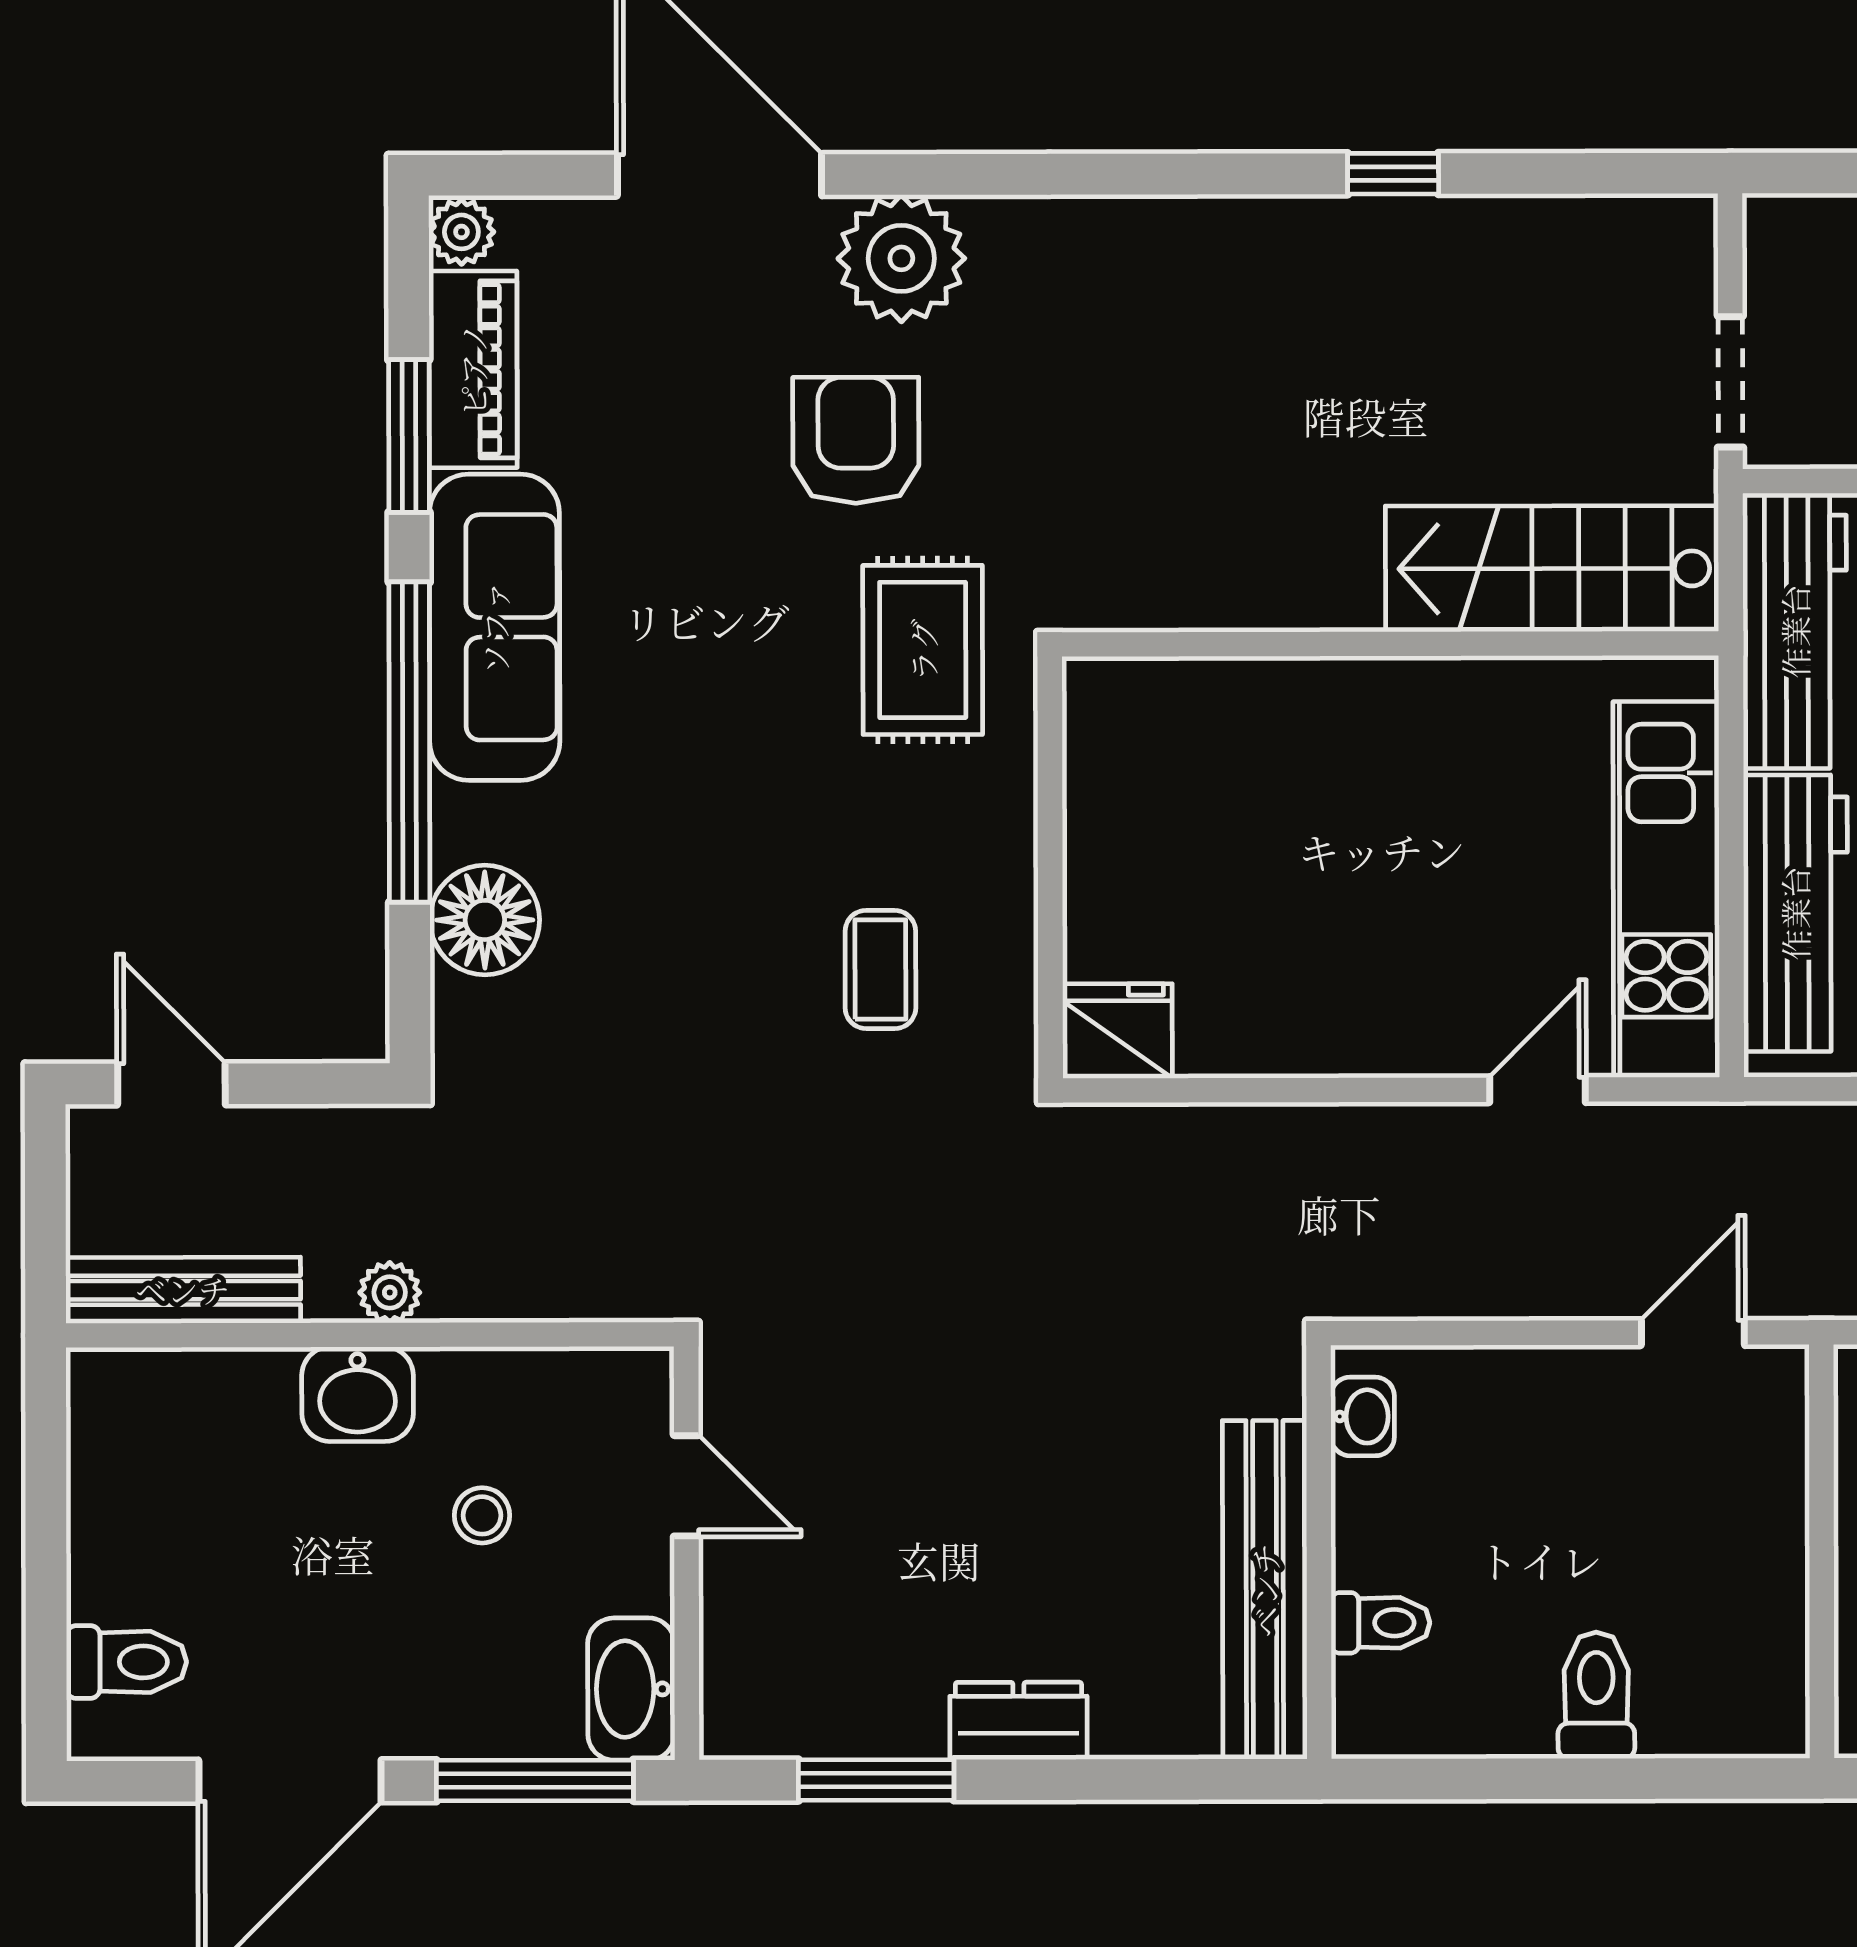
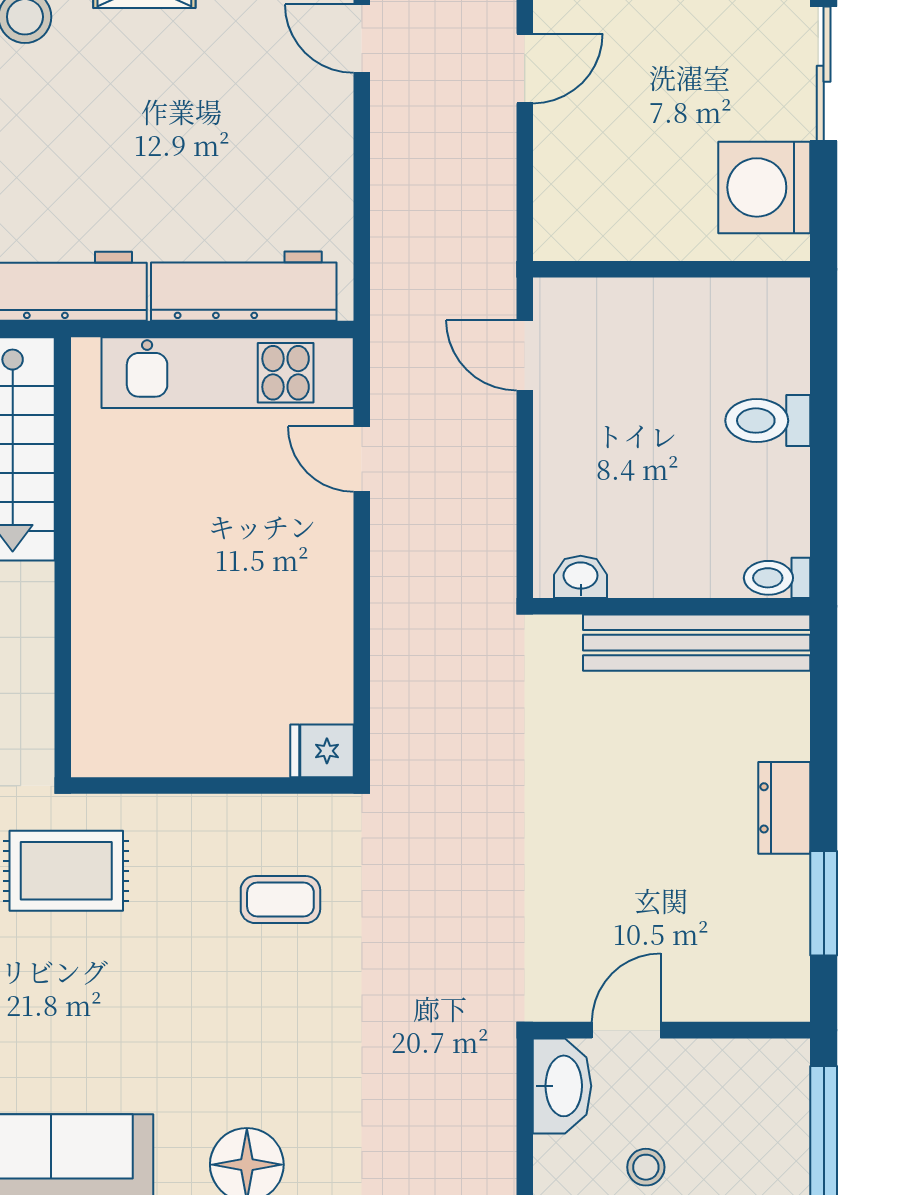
fridge: (1117, 1031) -> (322, 751), width x0.72
toilet: (1381, 1623) -> (777, 578), moved, turned -90
washbasin: (631, 1689) -> (562, 1086), moved, turned -90

